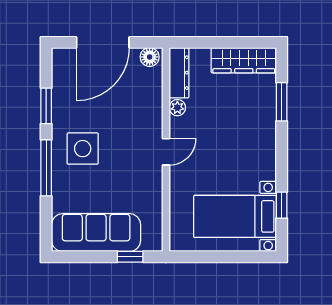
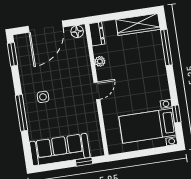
dresser: (179, 73) -> (97, 34), width x0.70
window: (282, 102) -> (166, 47), width x1.44
window: (46, 106) -> (13, 54), moved
side table: (83, 149) -> (43, 97), width x0.54, depth x0.54

